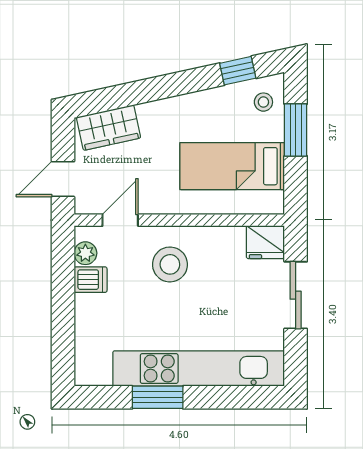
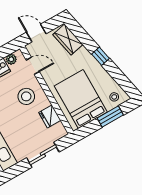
window: (238, 71) -> (101, 56), moved
bed: (232, 166) -> (81, 99), width x1.50
fridge: (265, 242) -> (50, 116), moved

